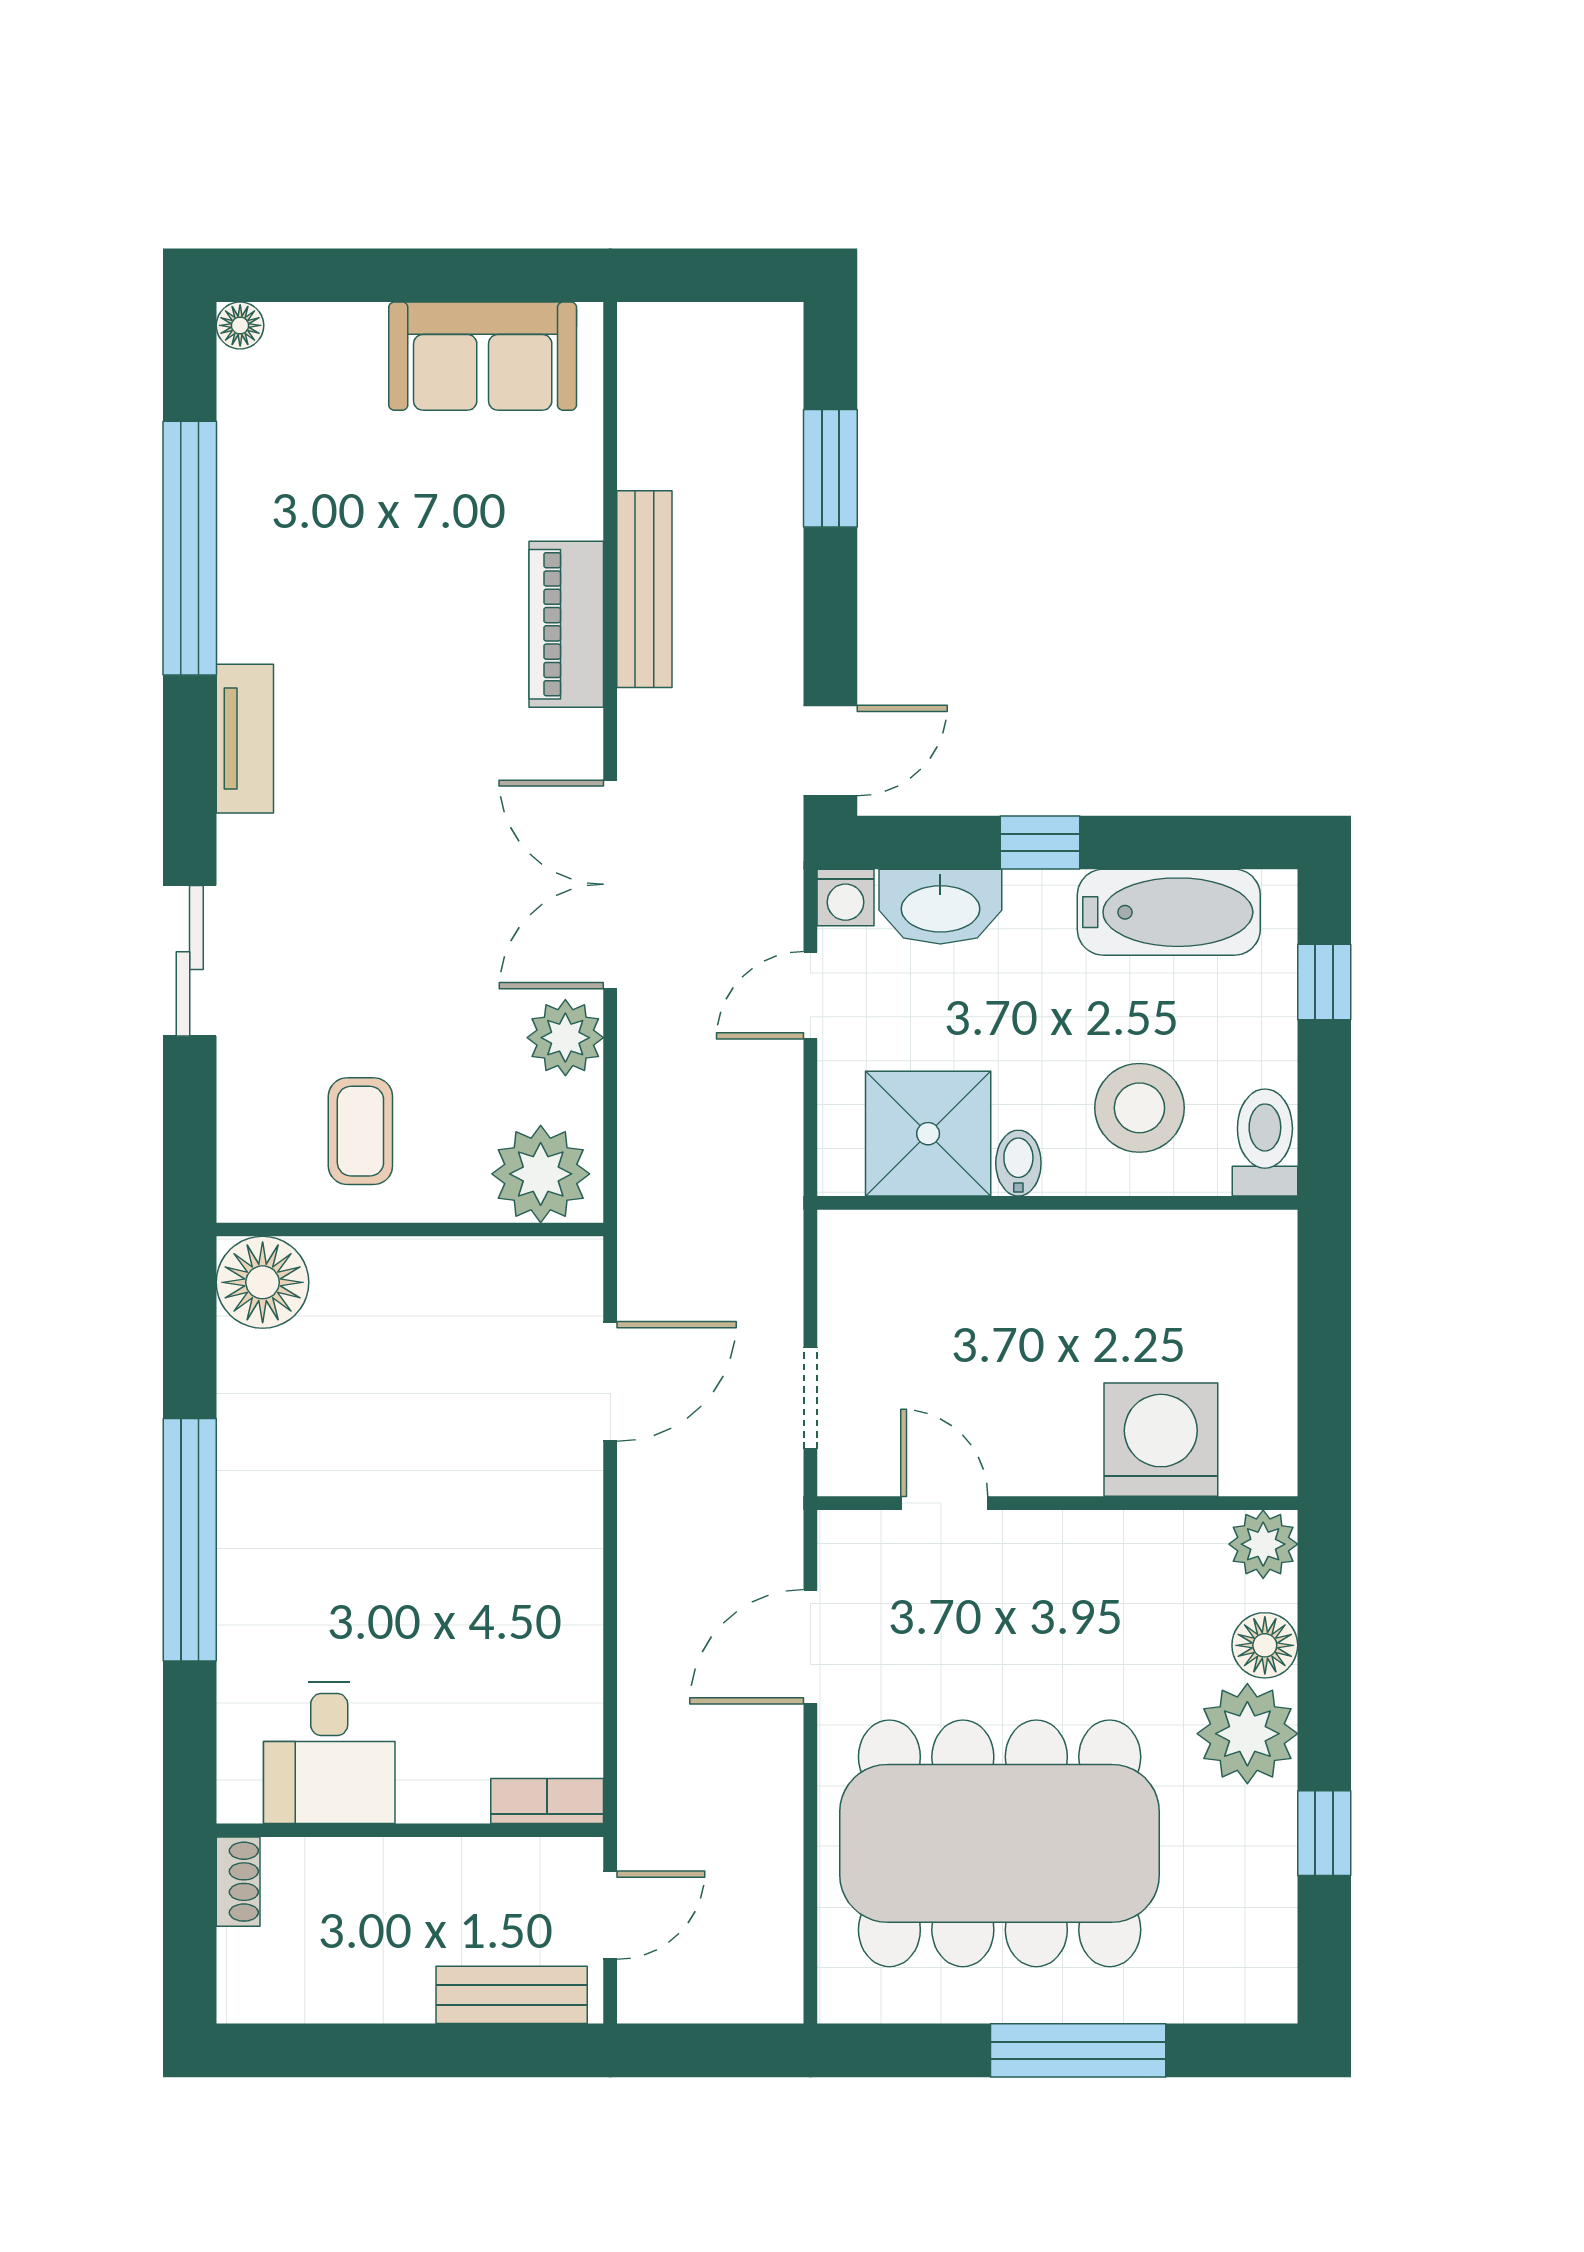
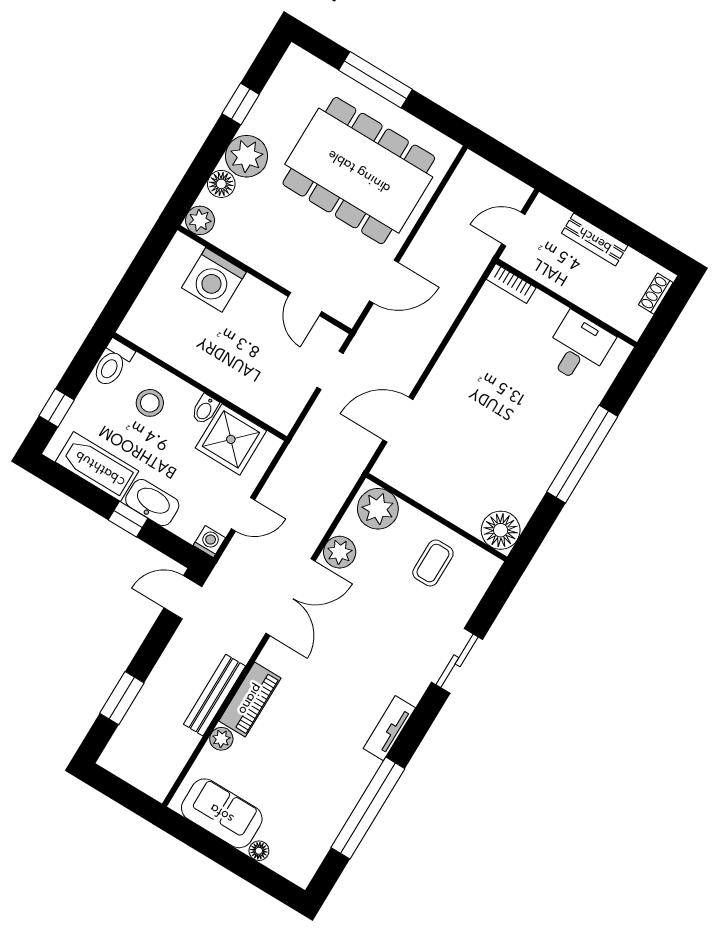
floor lamp: (240, 325) -> (259, 851), moved
plant: (576, 508) -> (221, 739), added
washbasin: (940, 907) -> (152, 503), moved
stool: (1139, 1108) -> (150, 403), width x0.73, depth x0.73
shoe rack: (238, 1882) -> (656, 294), moved
bench: (512, 1995) -> (595, 239), moved

